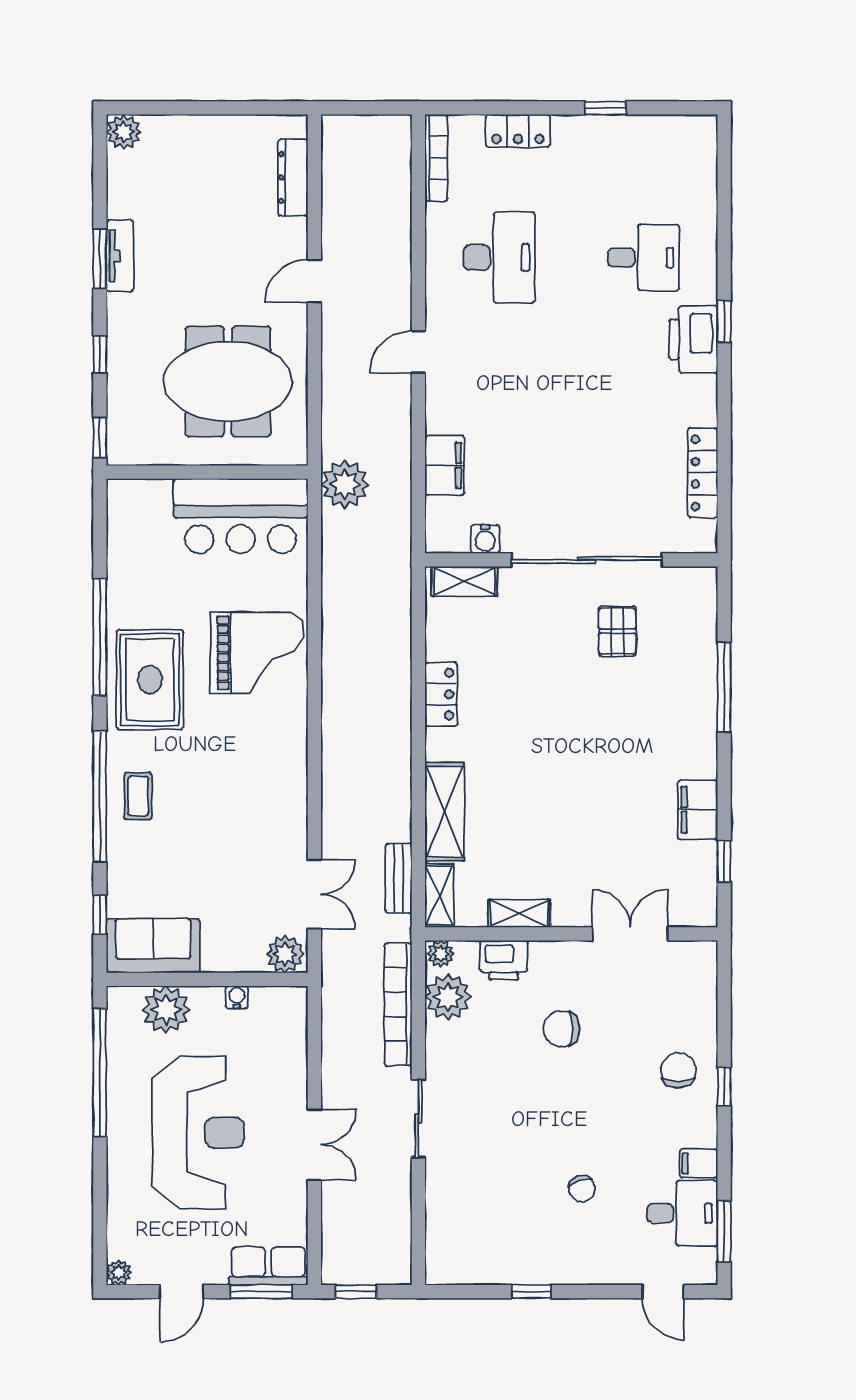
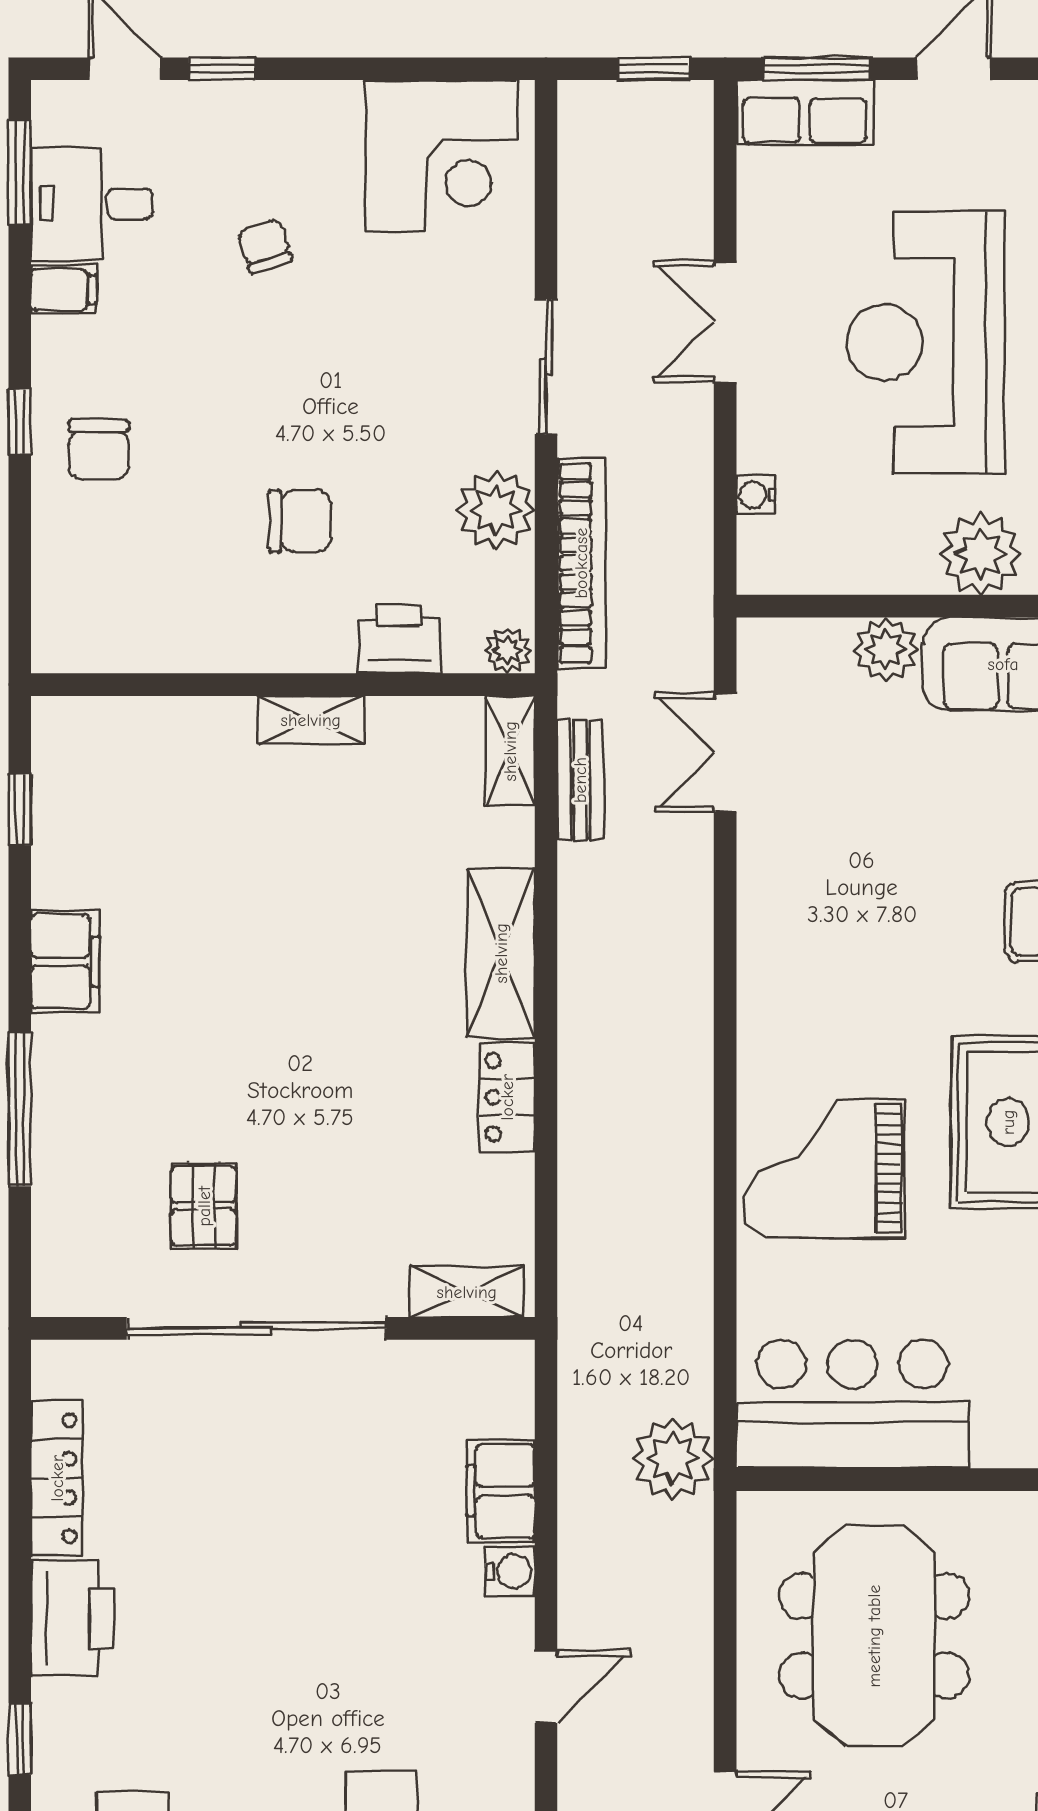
printer: (693, 339) -> (73, 1618), moved
meeting table: (228, 381) -> (874, 1636), turned 90
water cooler: (485, 539) -> (510, 1571), moved, turned 90
filing cabinet: (698, 810) -> (65, 962), moved
shelving: (445, 812) -> (501, 953), moved
shelving: (519, 913) -> (311, 720), moved
double door: (630, 934) -> (182, 685), removed
plant: (285, 954) -> (886, 649), moved
water cooler: (237, 997) -> (756, 495), moved, turned 90
plant: (448, 997) -> (495, 510), moved
corner desk: (479, 1241) -> (441, 156), added
window: (531, 1292) -> (222, 69), moved

